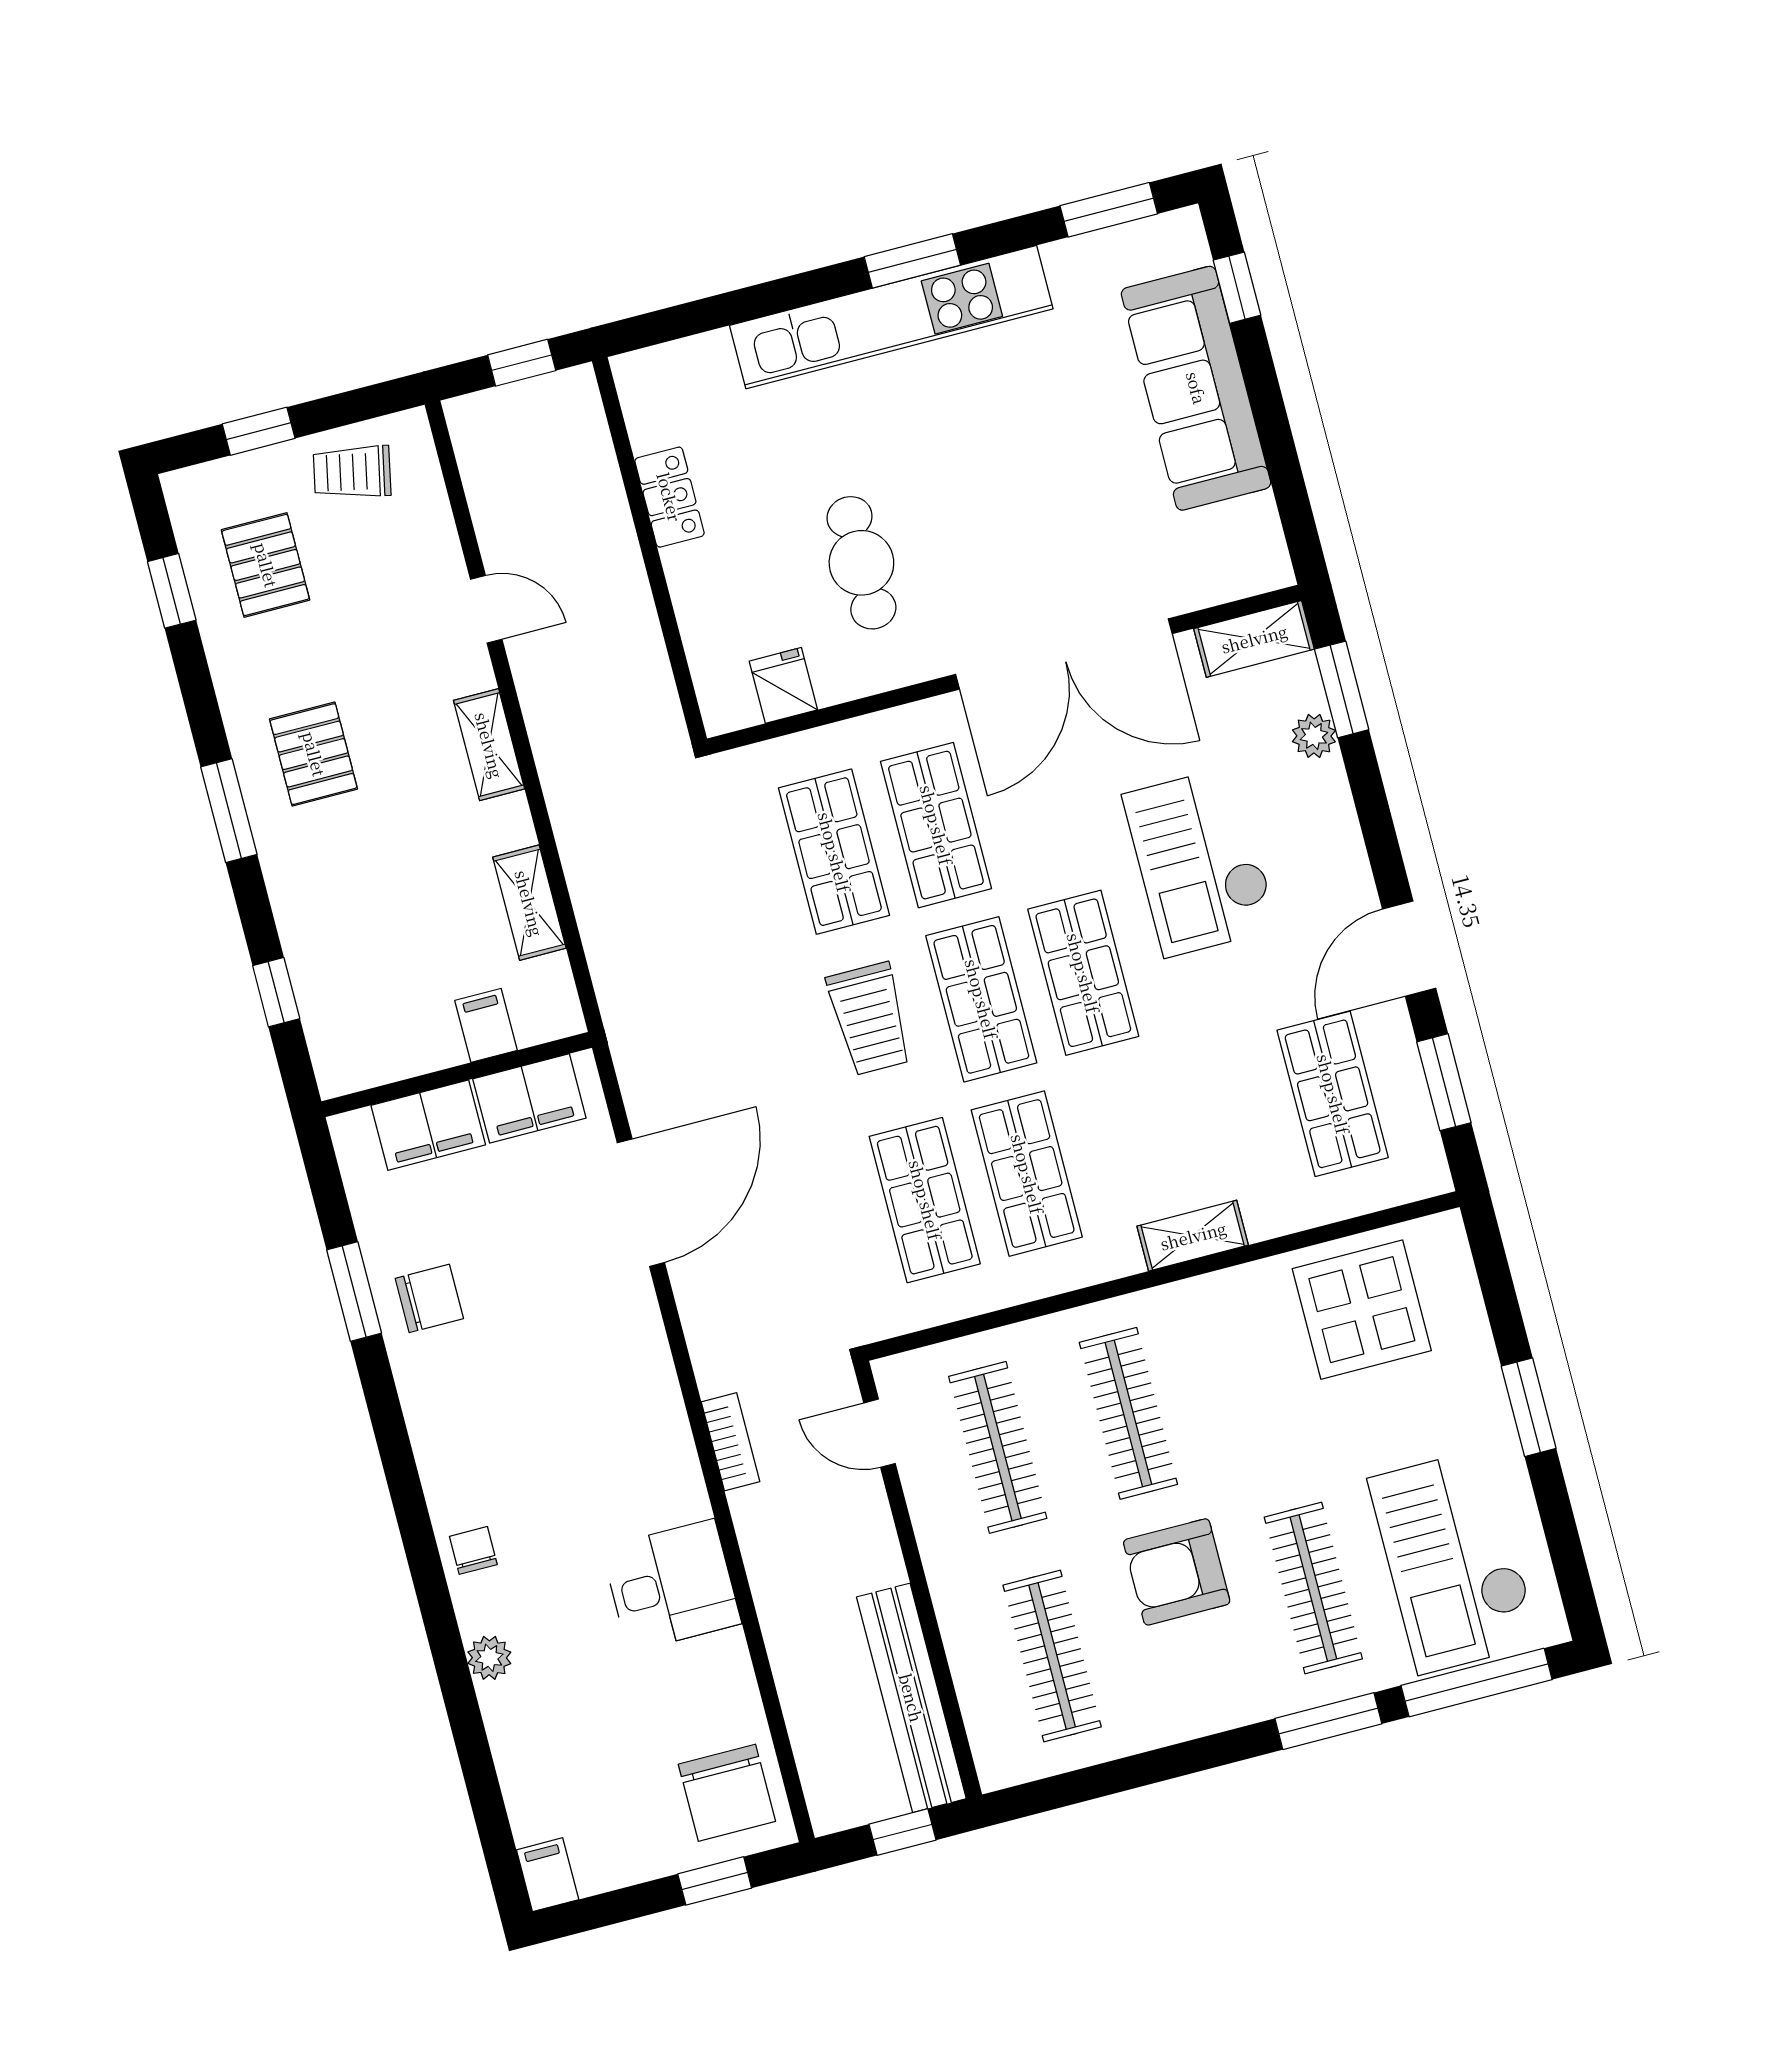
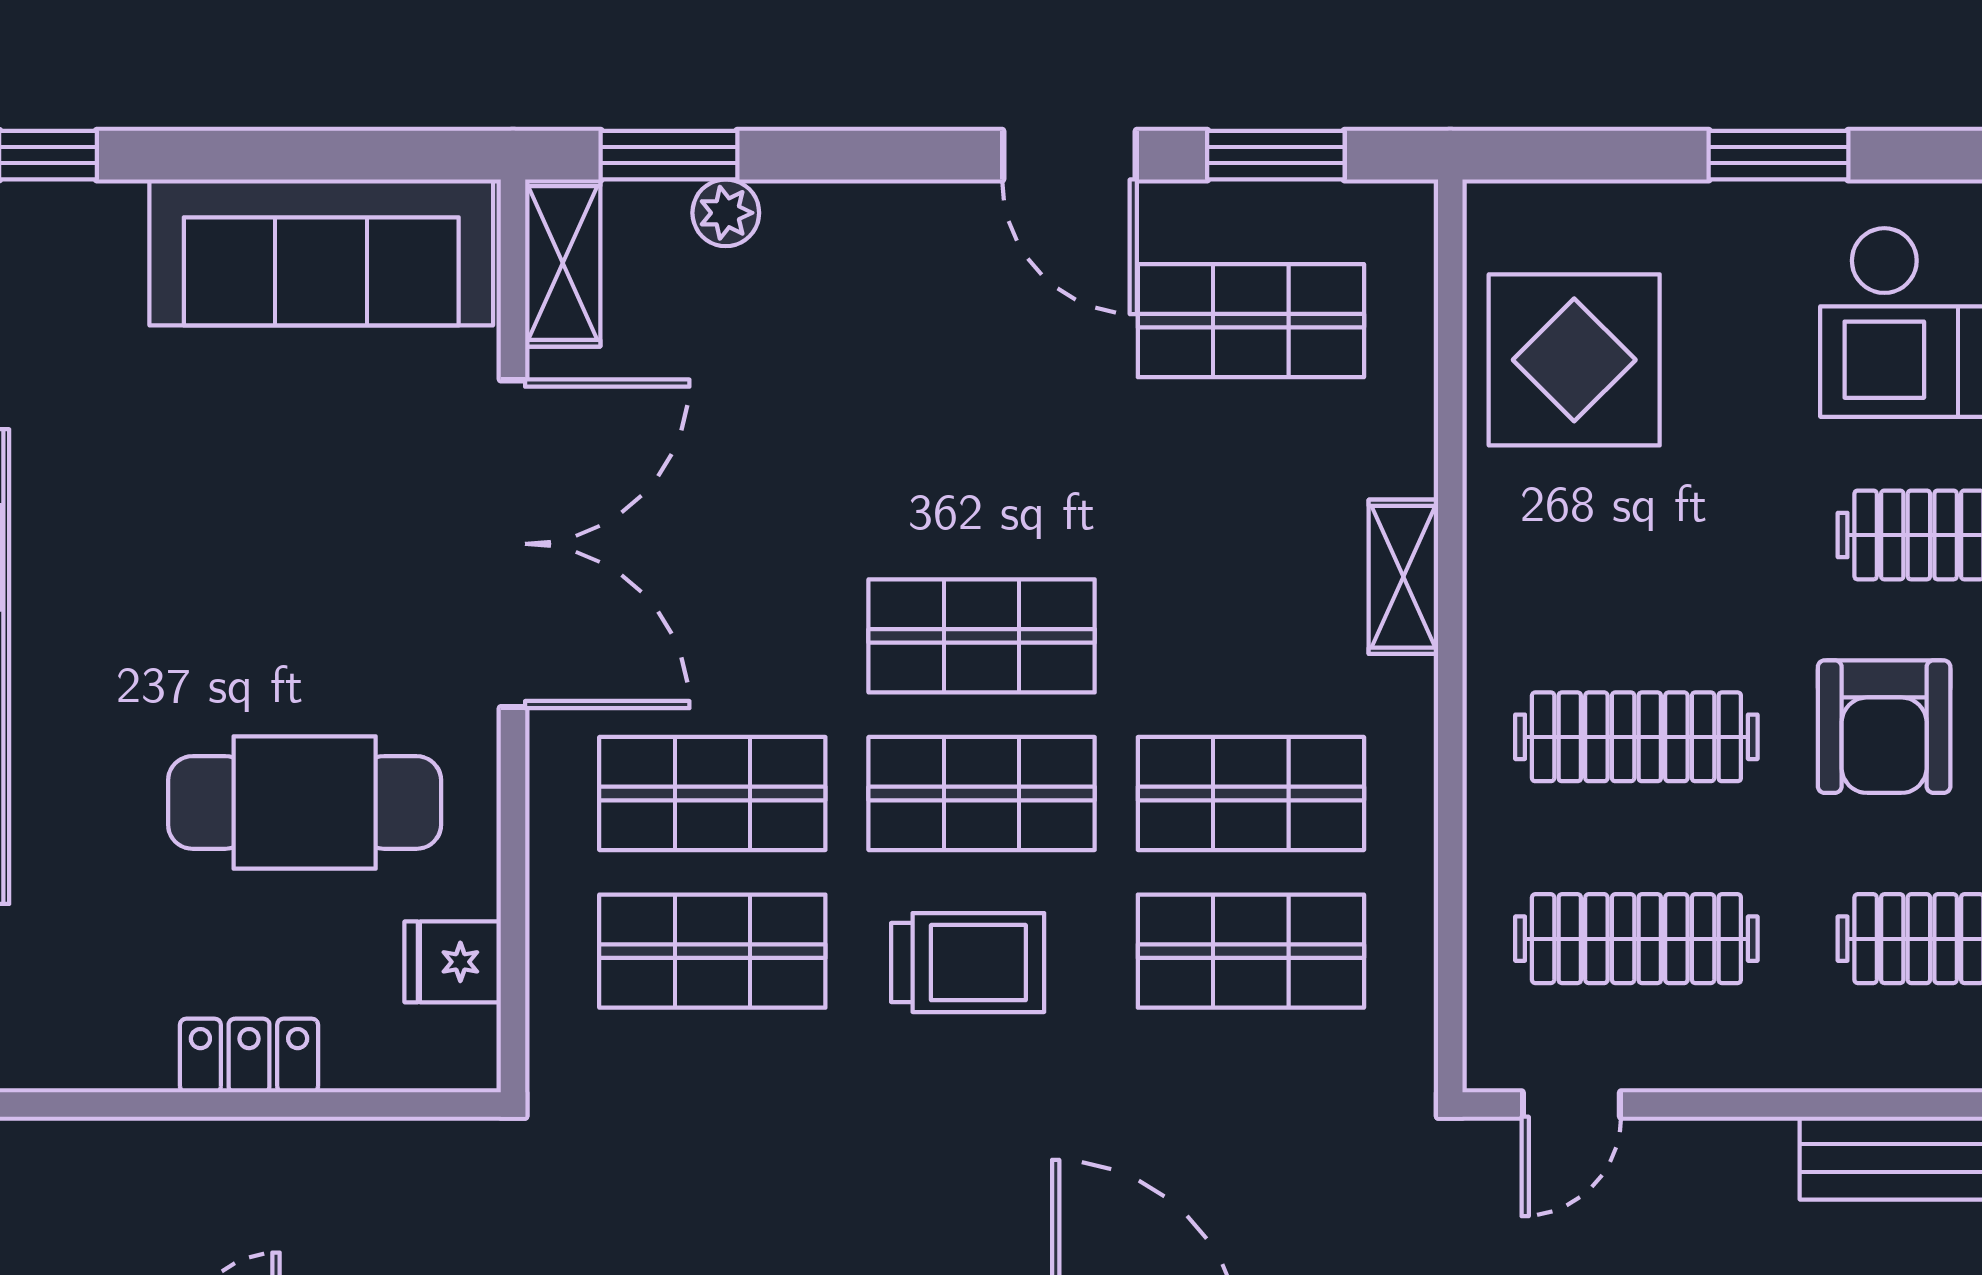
sofa: (1196, 388) -> (321, 252), moved
locker: (669, 497) -> (249, 1056), moved
cafe table: (861, 563) -> (305, 802), width x1.37, depth x1.35
checkout: (1200, 862) -> (865, 425), removed

